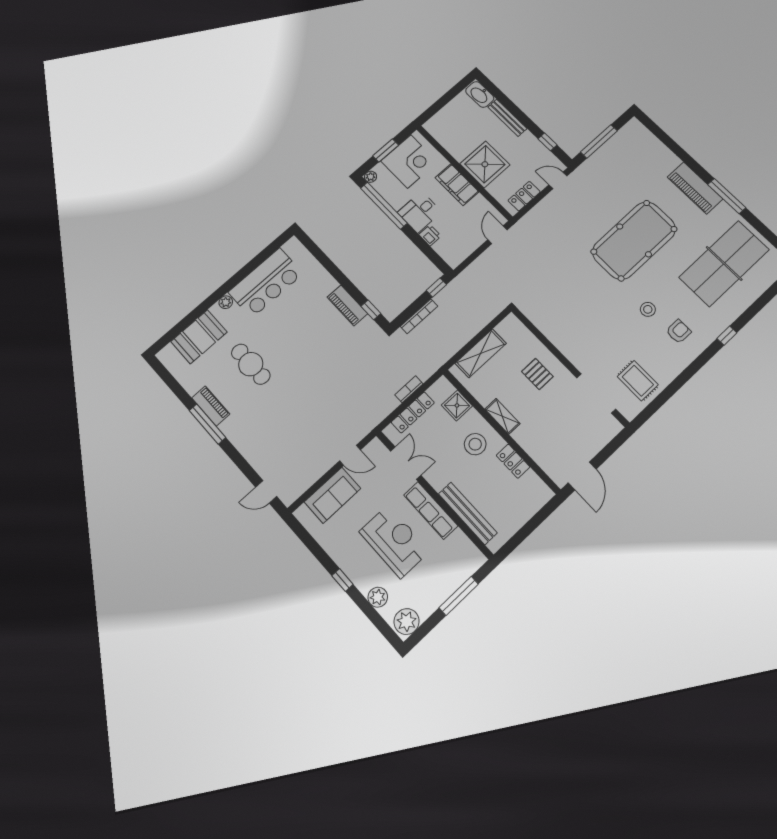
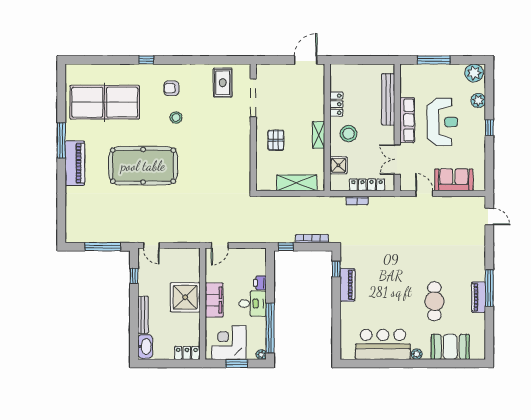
locker: (524, 196) -> (187, 353), moved, turned 180
reception desk: (394, 541) -> (442, 122), turned 180

